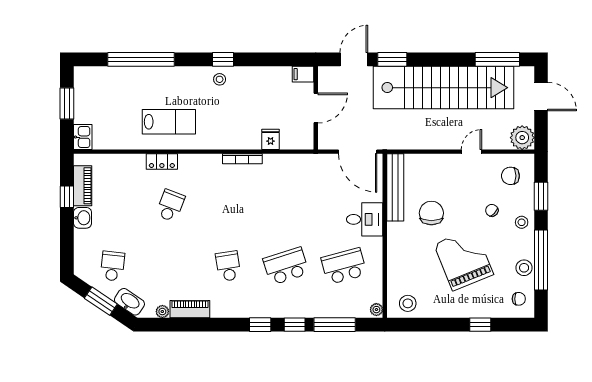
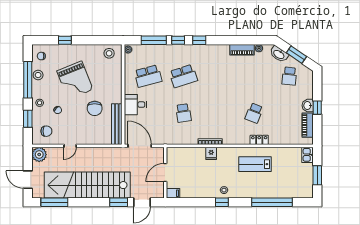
fridge: (271, 139) -> (211, 153), moved
window: (67, 197) -> (317, 108), moved
school desk: (228, 266) -> (183, 113), moved

